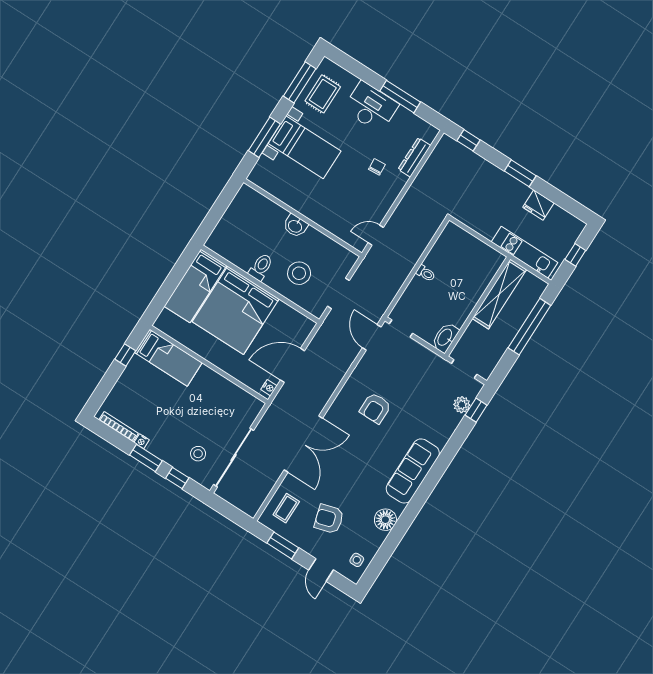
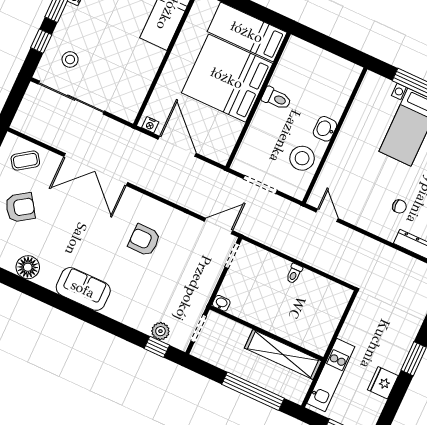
stool: (299, 273) -> (302, 158), moved
washbasin: (445, 337) -> (221, 303), width x0.52, depth x0.69
sofa: (413, 471) -> (83, 289), width x0.73
coffee table: (286, 508) -> (25, 161), turned -35
armchair: (329, 519) -> (20, 207), turned 72

